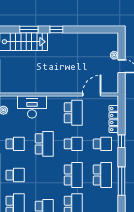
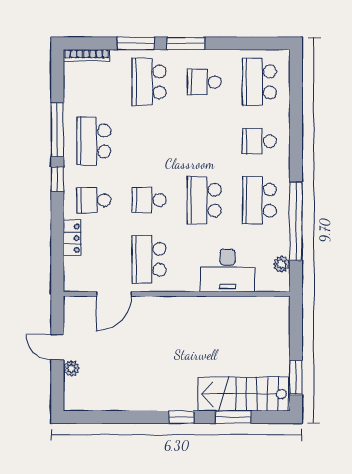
locker: (114, 119) -> (72, 238), width x0.66
window: (122, 141) -> (57, 179), moved
school desk: (15, 144) -> (259, 200), width x1.85
school desk: (73, 175) -> (149, 141), removed

